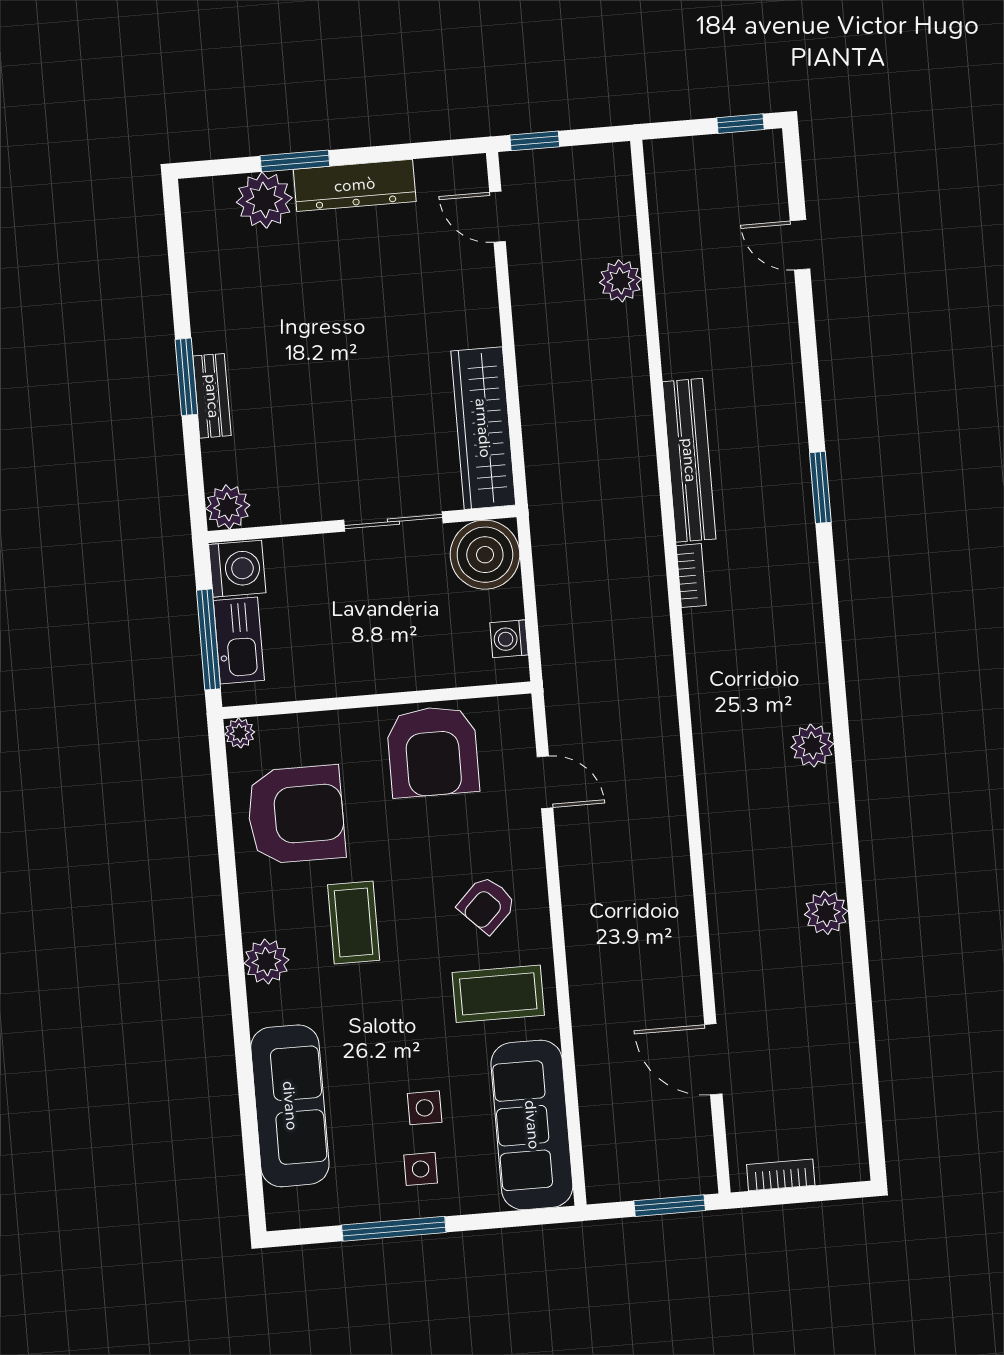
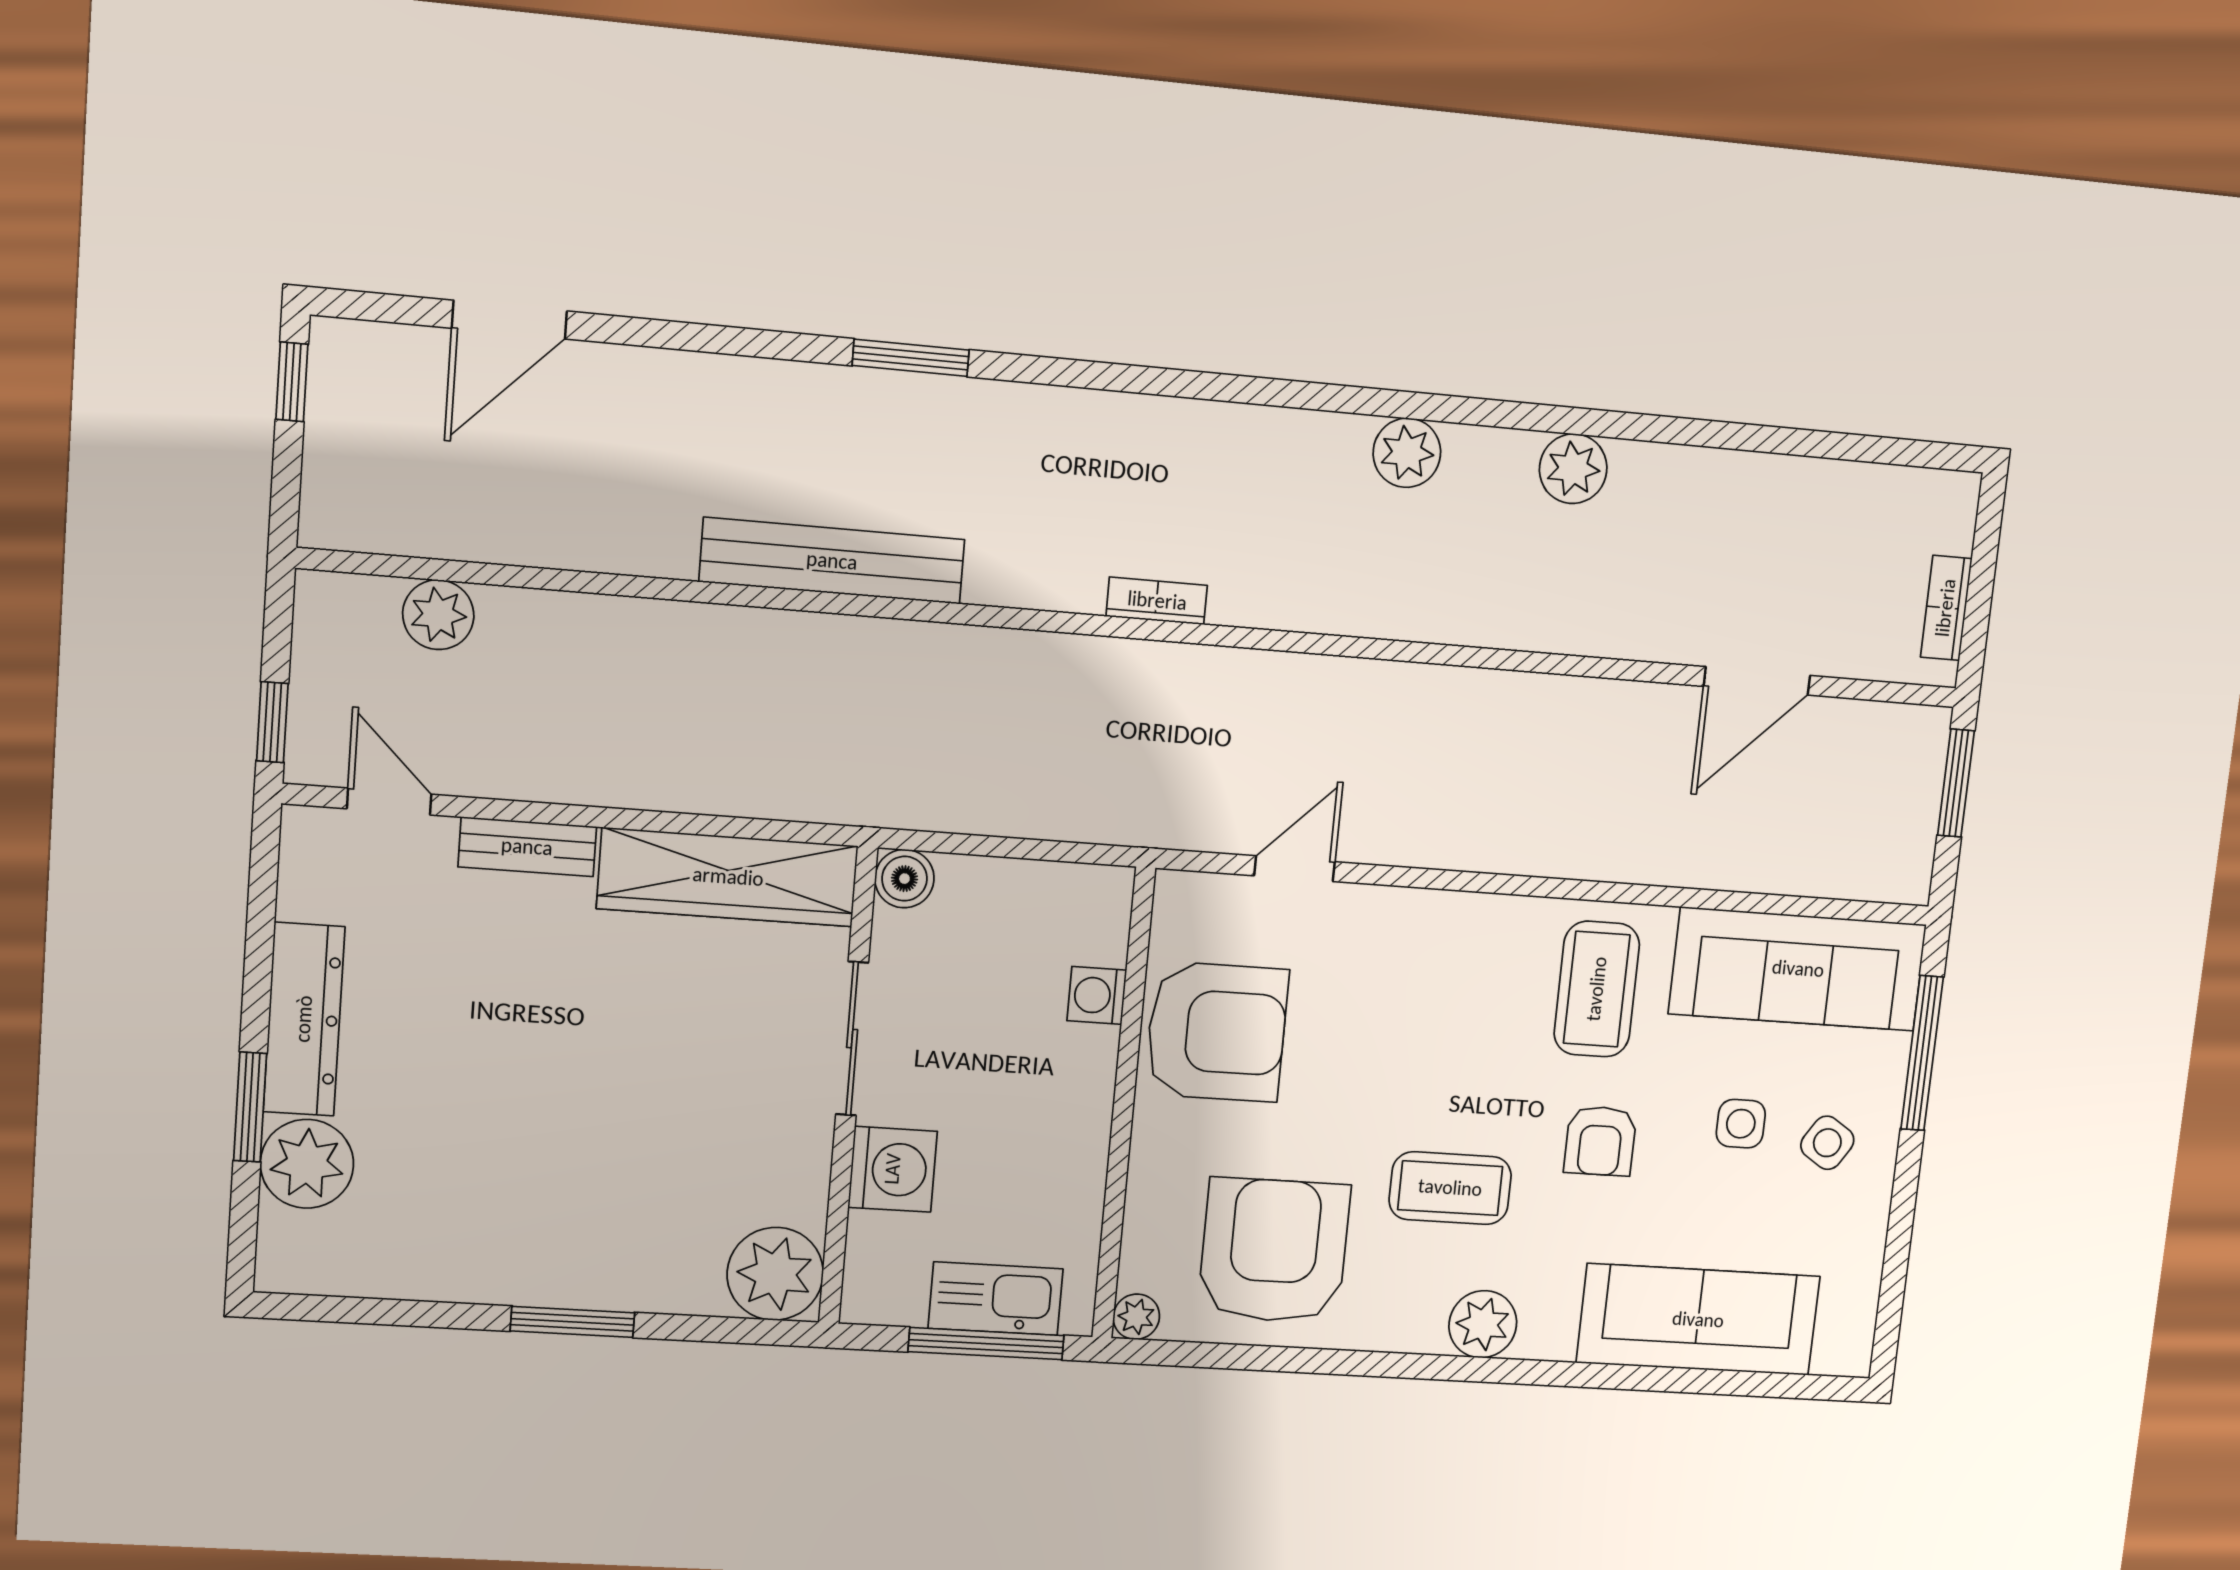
door: (497, 217) -> (389, 802), swing flipped
door: (800, 245) -> (509, 320), width x1.38
plant: (620, 281) -> (438, 615), moved
bench: (212, 396) -> (527, 847), moved
plant: (228, 507) -> (775, 1274), width x1.36, depth x1.36
boiler: (485, 555) -> (904, 879), width x0.54, depth x0.54
washing machine: (237, 569) -> (893, 1169), moved, turned 90
bookcase: (691, 576) -> (1157, 601), moved
washing machine: (509, 639) -> (1097, 995), moved, turned 90
plant: (812, 746) -> (1407, 453), moved
armchair: (487, 905) -> (1600, 1141), moved, turned 45
side table: (421, 1169) -> (1827, 1143), turned 33
window: (394, 1229) -> (1922, 1053), moved

